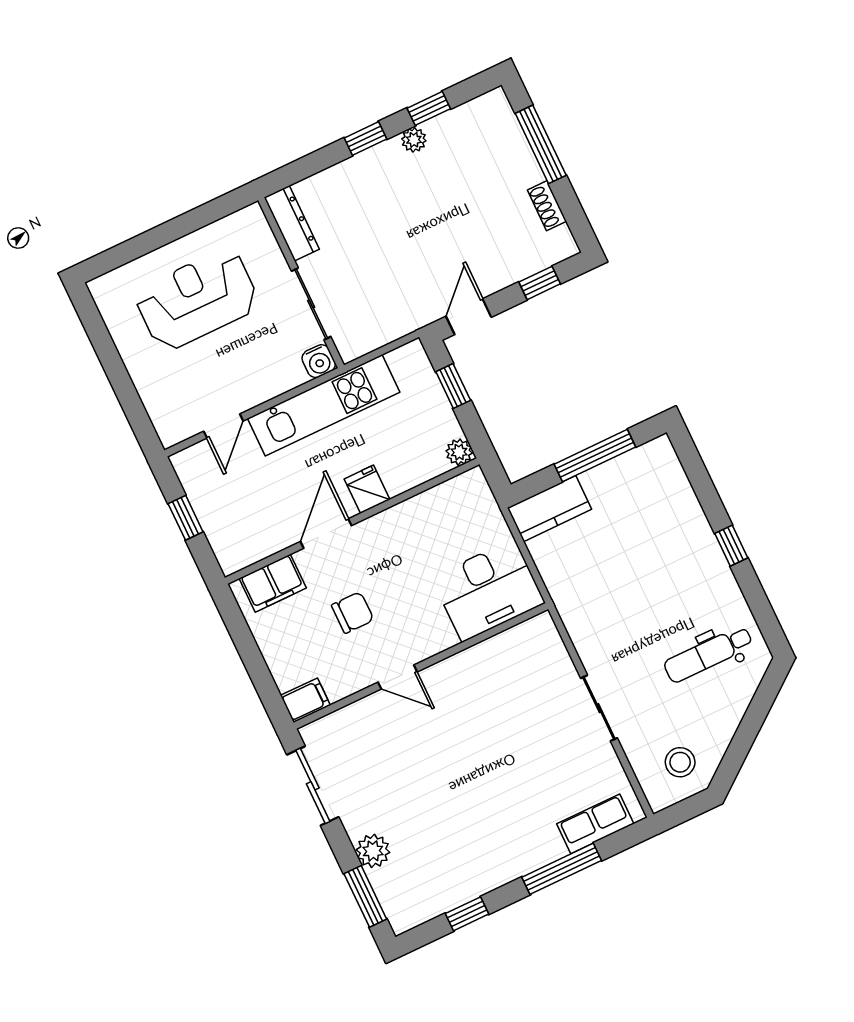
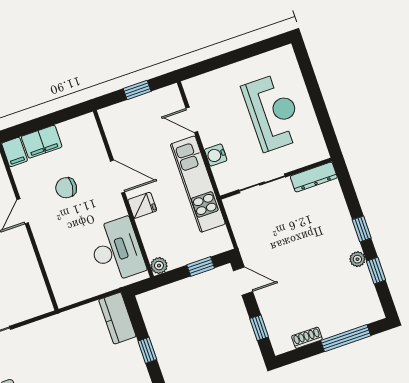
water cooler: (319, 361) -> (216, 155), moved
window: (595, 456) -> (147, 350), width x0.46
filing cabinet: (273, 583) -> (42, 142), moved, turned -90
desk: (488, 590) -> (116, 250), moved, turned 180
chair: (353, 613) -> (66, 188), turned 96

